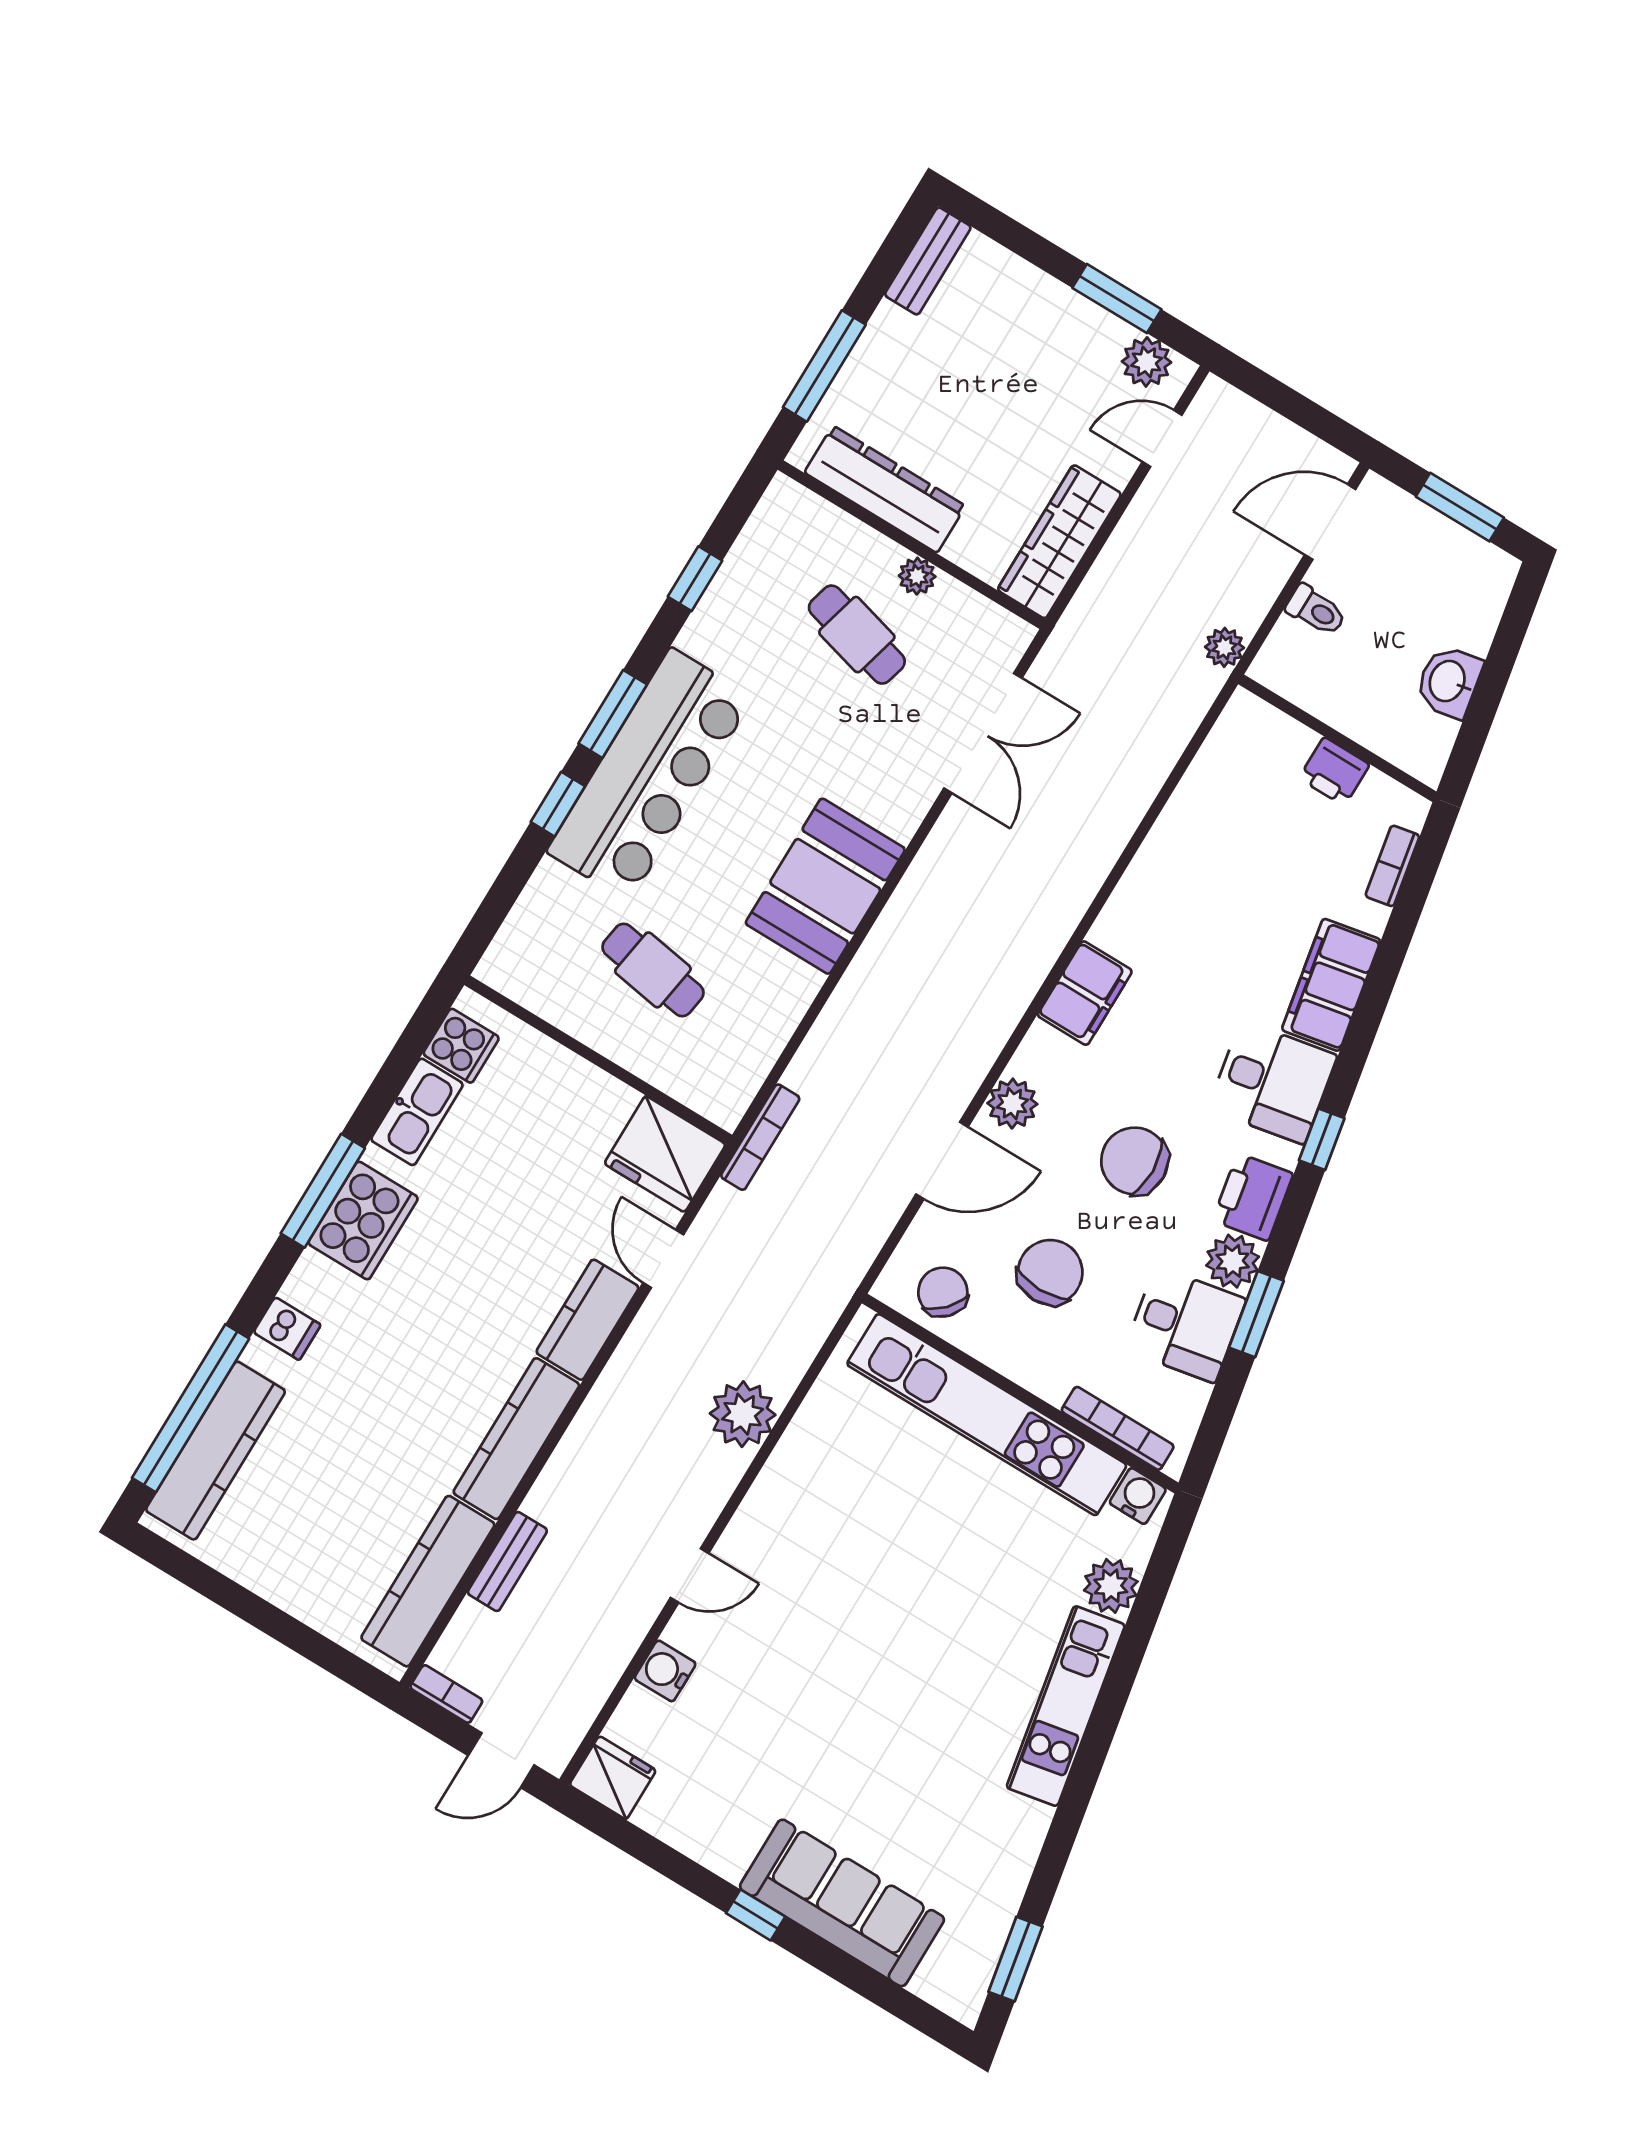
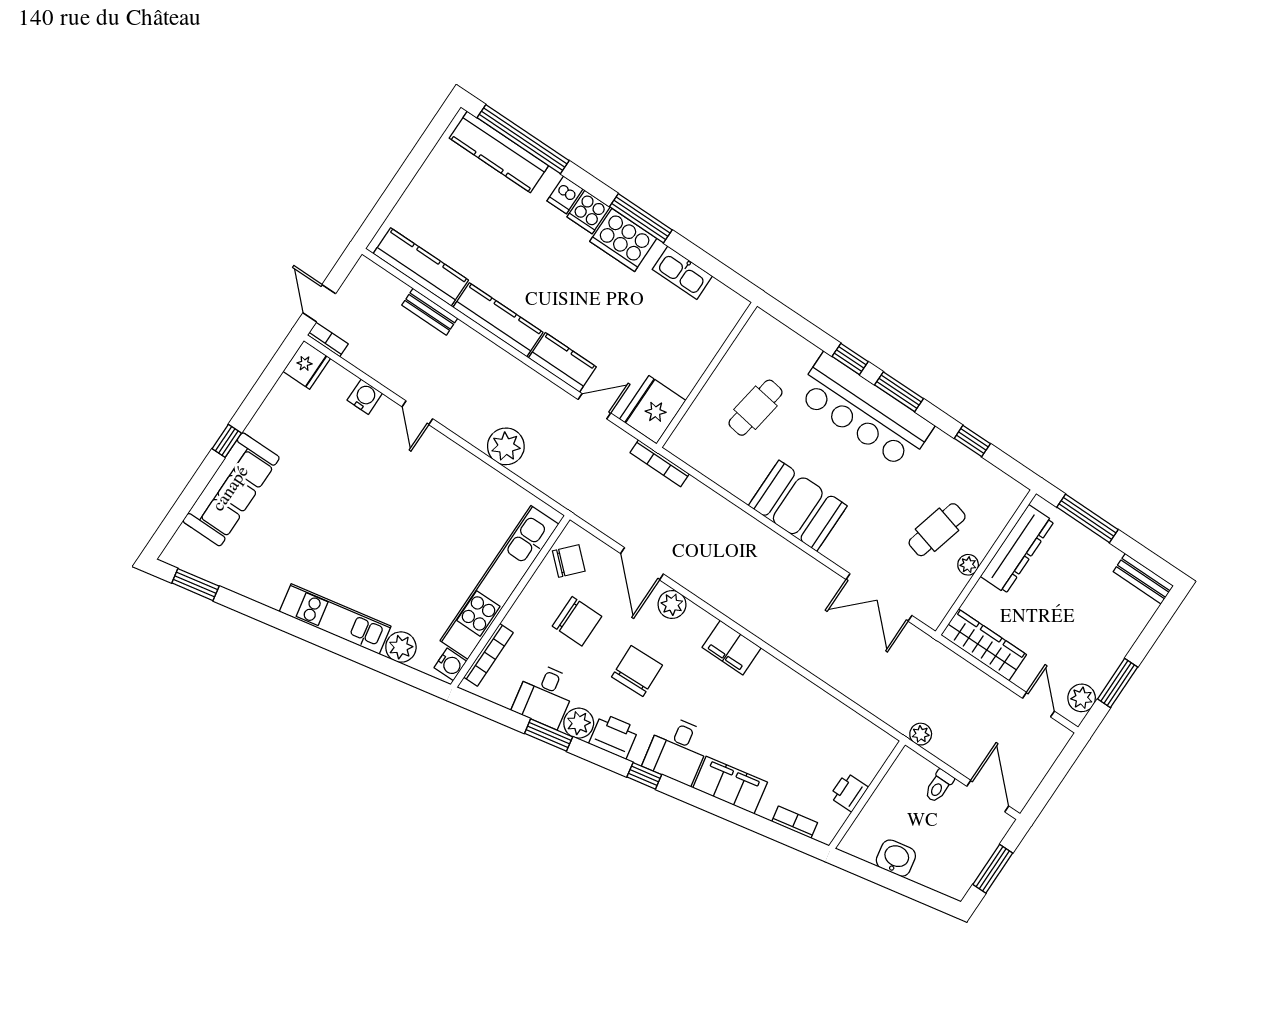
cooker: (461, 1046) -> (589, 212), moved
bookcase: (446, 1694) -> (328, 339), moved, turned -90

